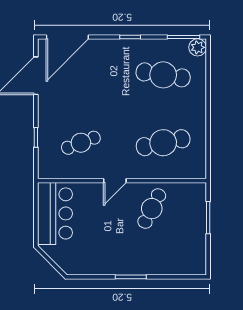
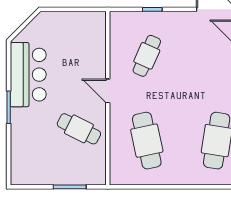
cafe table: (81, 143) -> (147, 56), turned 45
bar counter: (55, 213) -> (28, 75), moved, turned -90

